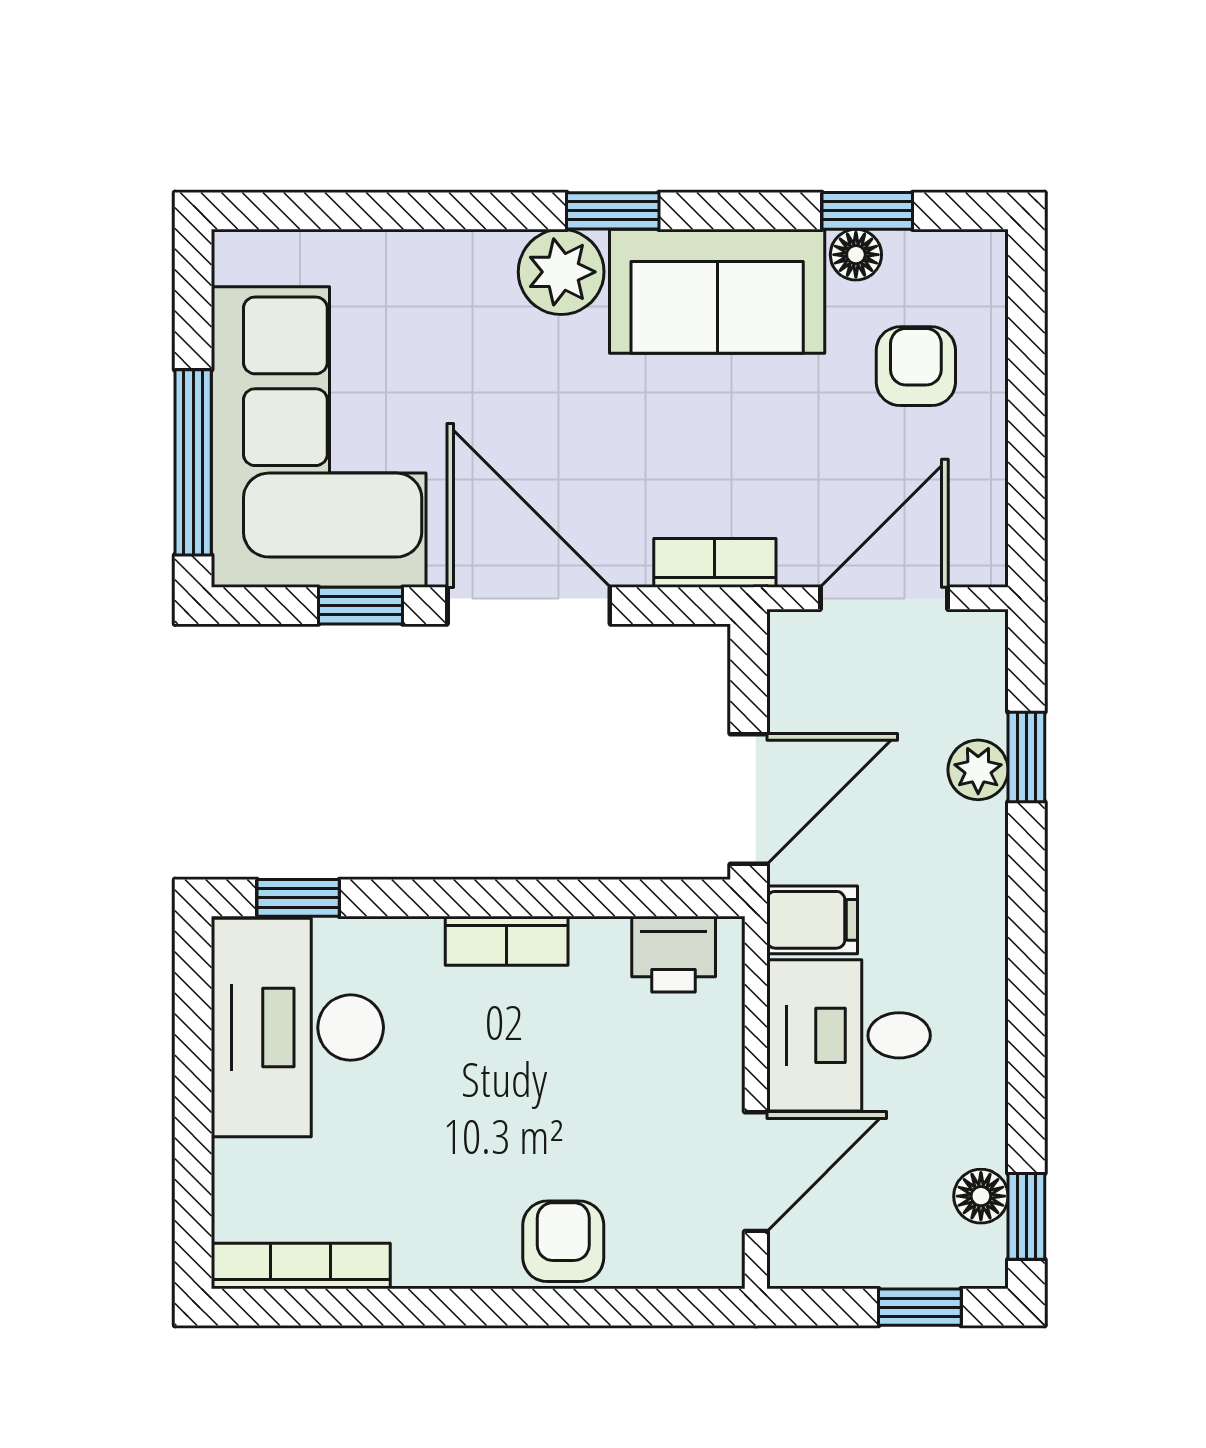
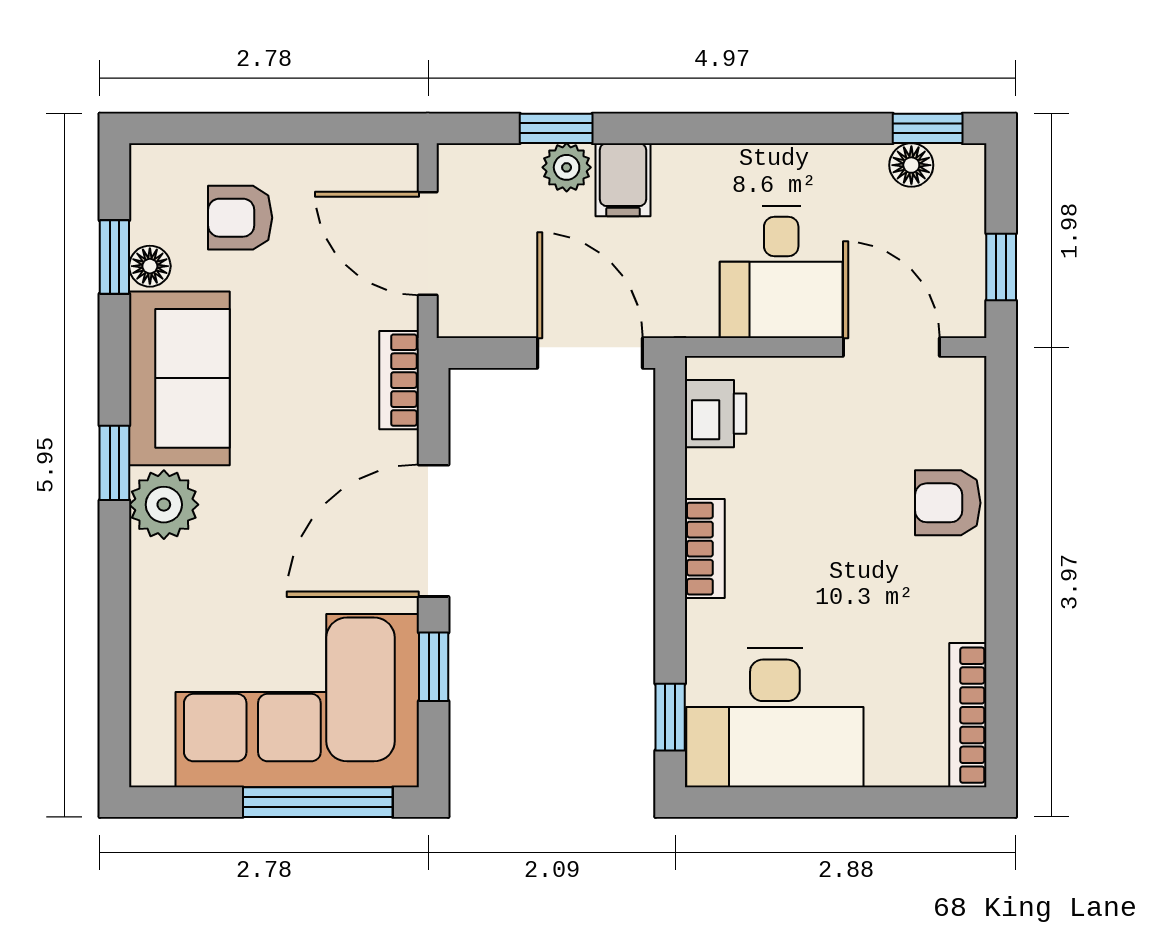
filing cabinet: (812, 920) -> (623, 180), moved, turned 180
window: (920, 1307) -> (1001, 267), moved

